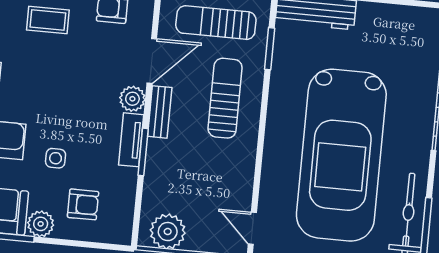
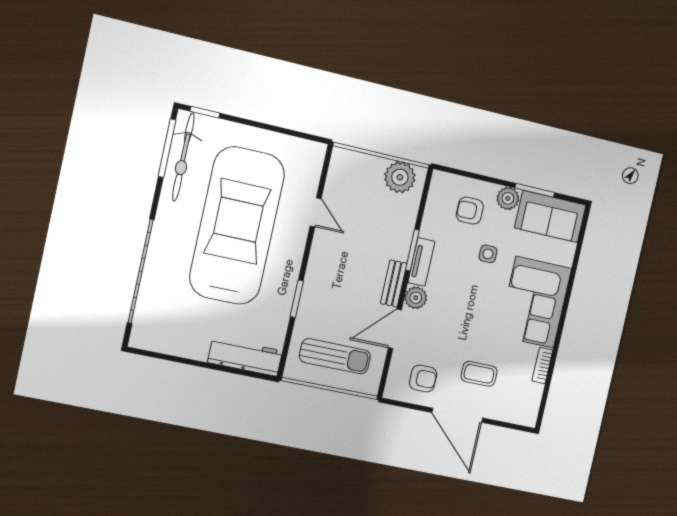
window: (270, 49) -> (297, 299), moved
sun lounger: (225, 98) -> (335, 289), removed
door: (252, 228) -> (316, 212), moved

